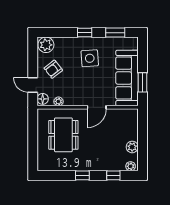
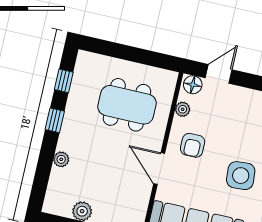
armchair: (53, 69) -> (193, 145), moved, turned -142
plant: (131, 166) -> (61, 159), moved
window: (113, 175) -> (64, 81), moved

